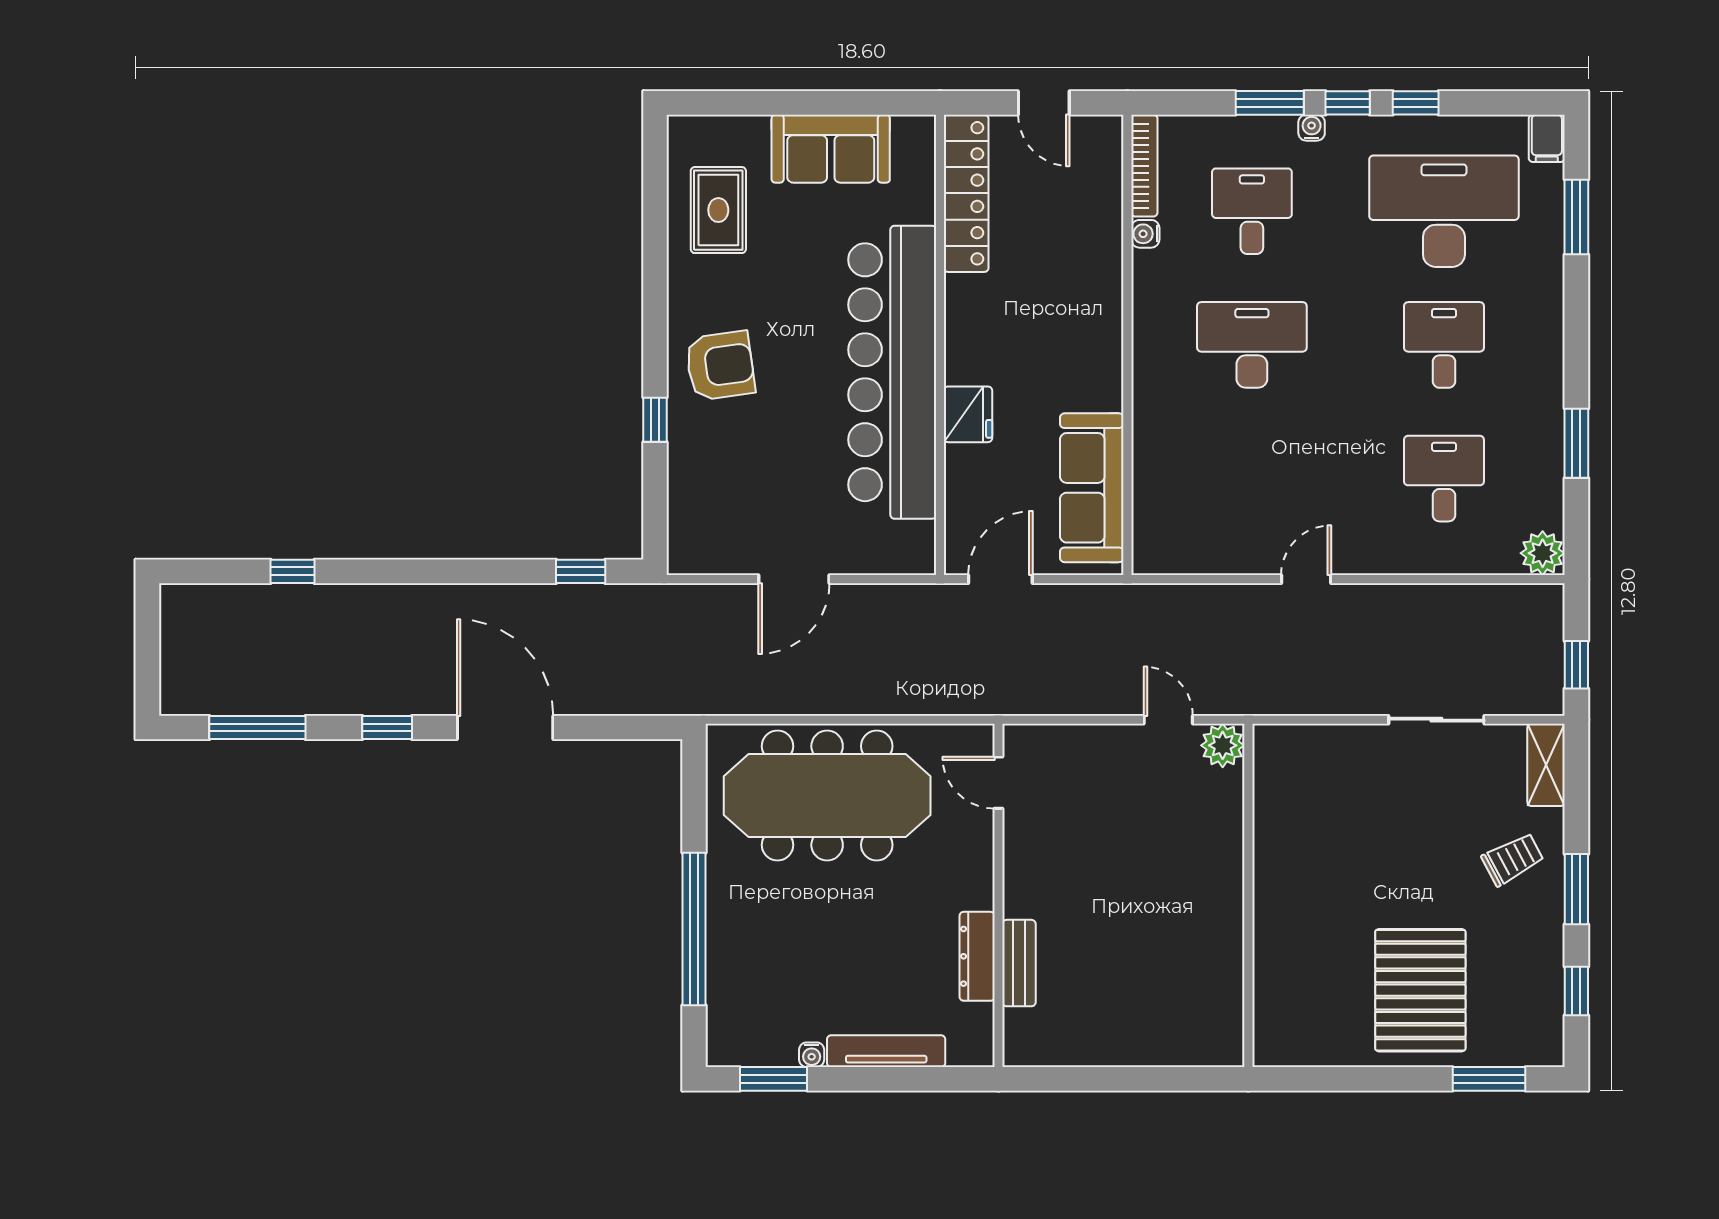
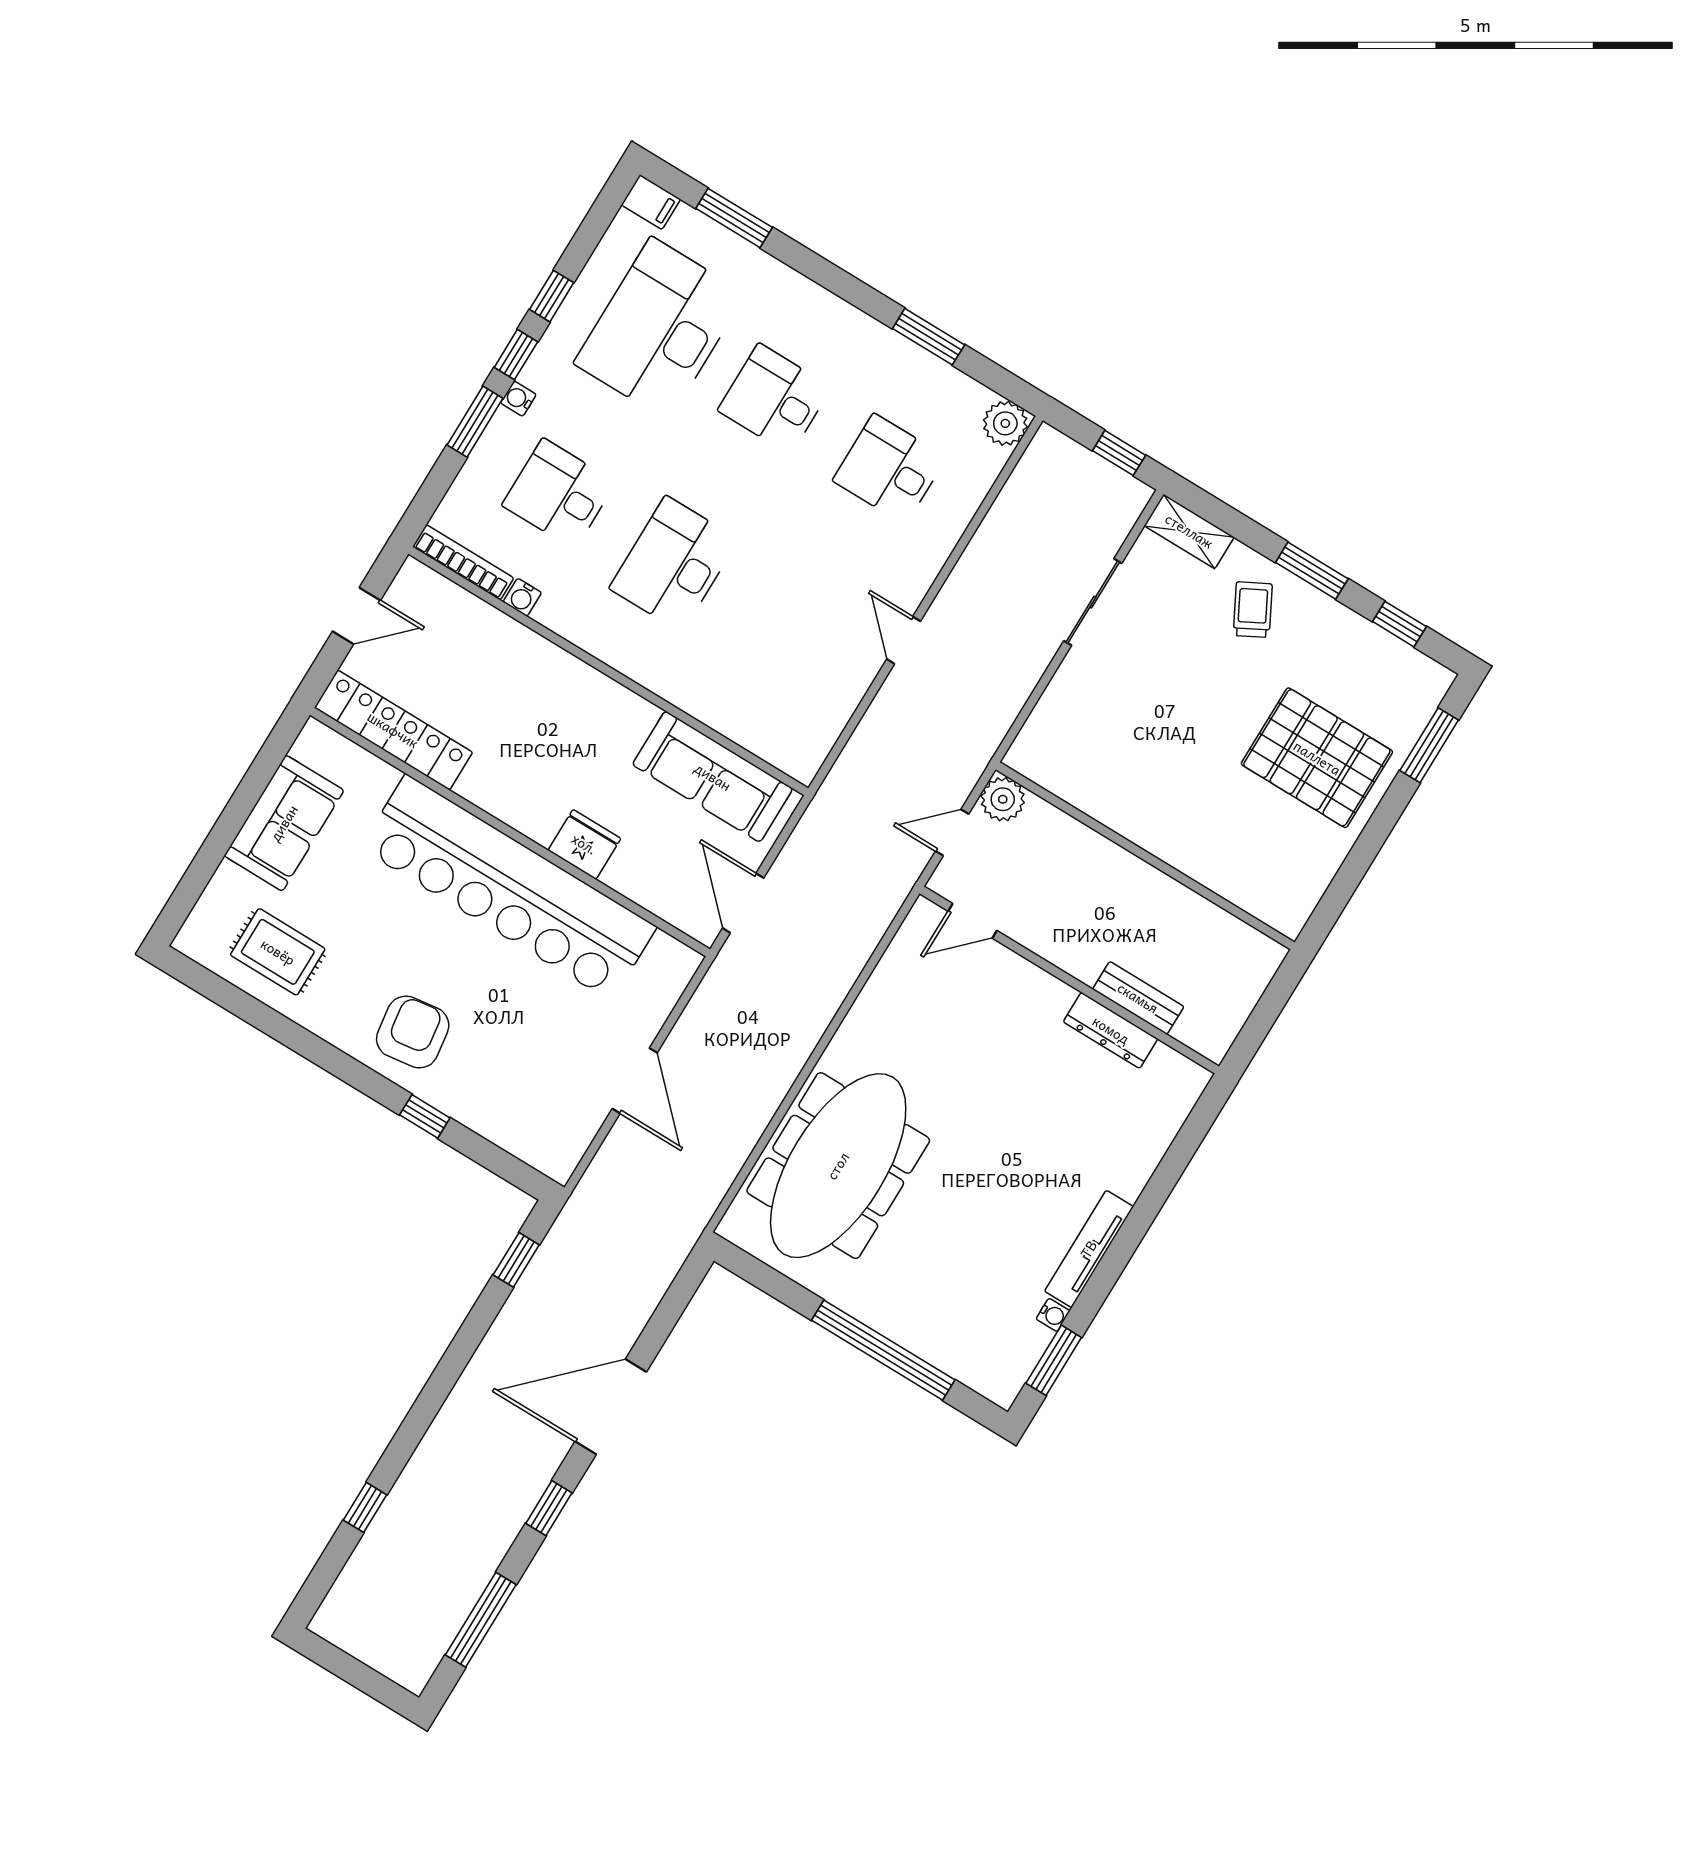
door: (999, 783) -> (972, 921), moved
wall: (999, 895) -> (1069, 980), moved
dresser: (977, 956) -> (1111, 1030), moved
bench: (1019, 963) -> (1138, 998), moved

